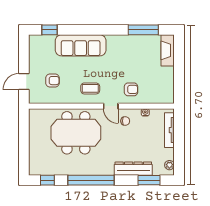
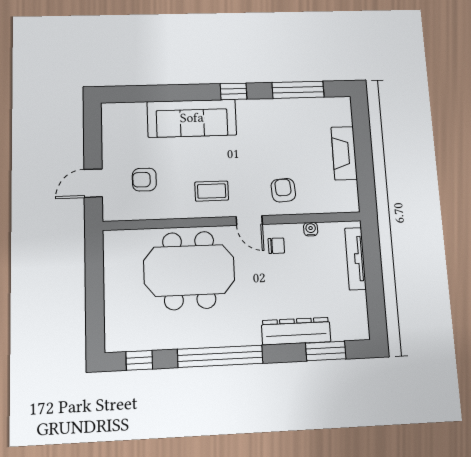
window: (49, 30) -> (234, 91), moved
fireplace: (168, 50) -> (344, 153), moved
armchair: (53, 81) -> (144, 180), turned 180
armchair: (131, 89) -> (283, 190), turned -94
plant: (169, 165) -> (360, 321), removed

